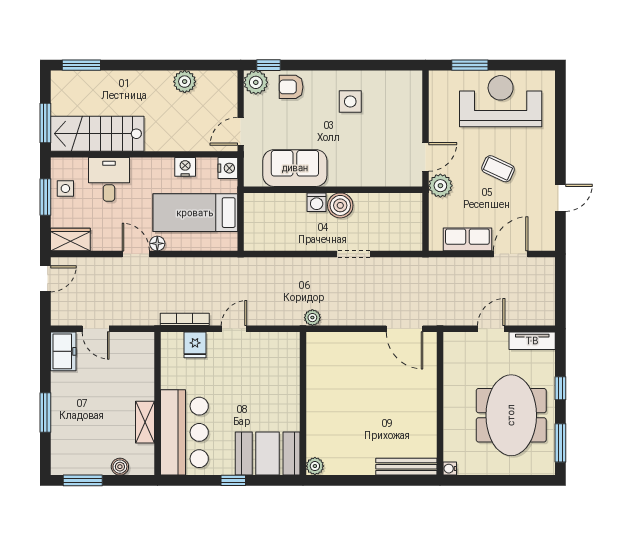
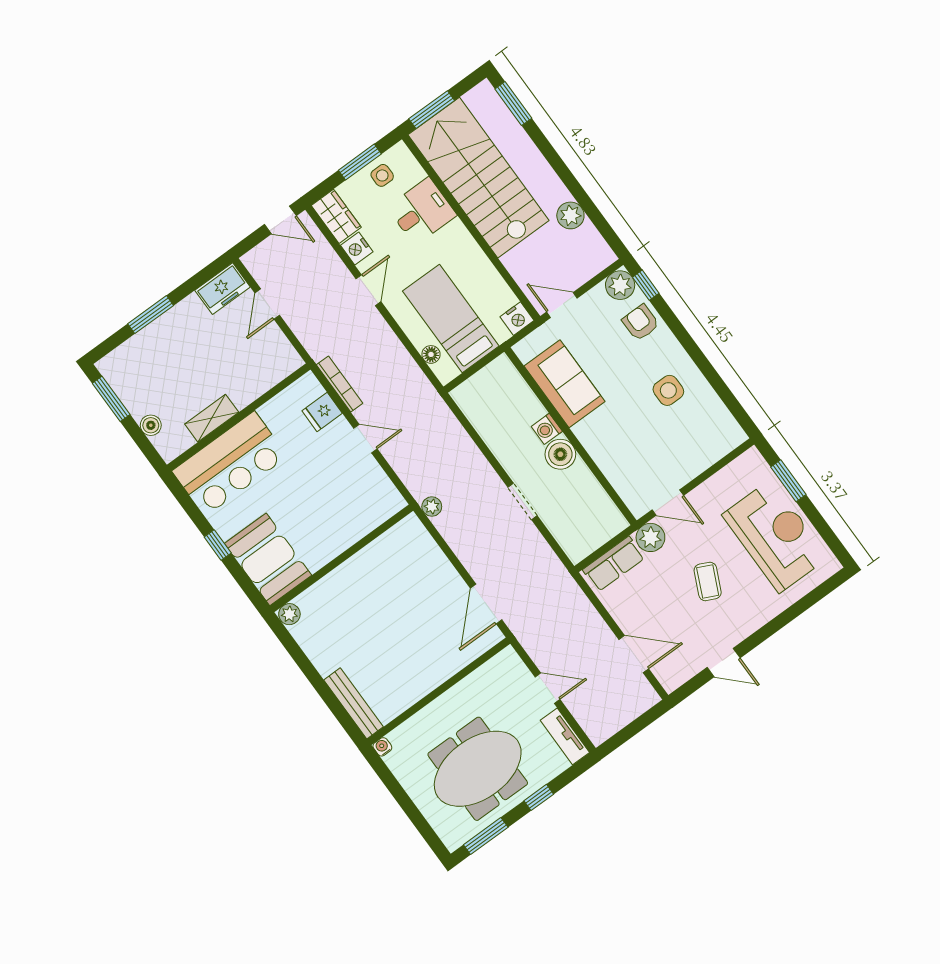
stairs: (97, 134) -> (479, 178), width x1.36, depth x1.51
nightstand: (185, 167) -> (357, 249), moved, turned 180
row of seats: (467, 239) -> (614, 564), moved, turned 90
floor lamp: (157, 243) -> (431, 354), moved

